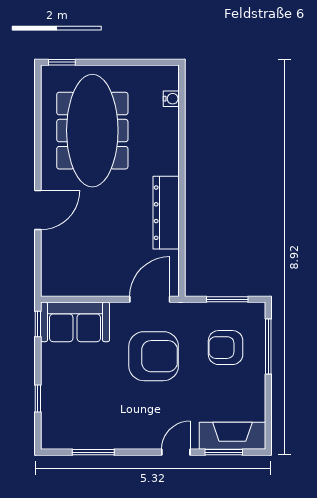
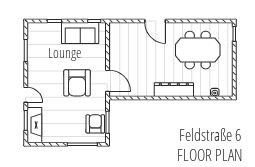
meeting table: (92, 131) -> (198, 50), width x0.73
dresser: (166, 213) -> (174, 90), moved
sofa: (75, 322) -> (80, 33), moved, turned -90
armchair: (226, 348) -> (95, 124), moved

